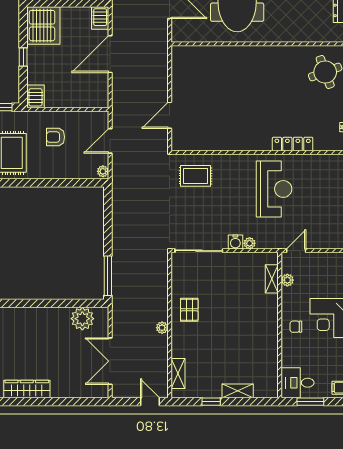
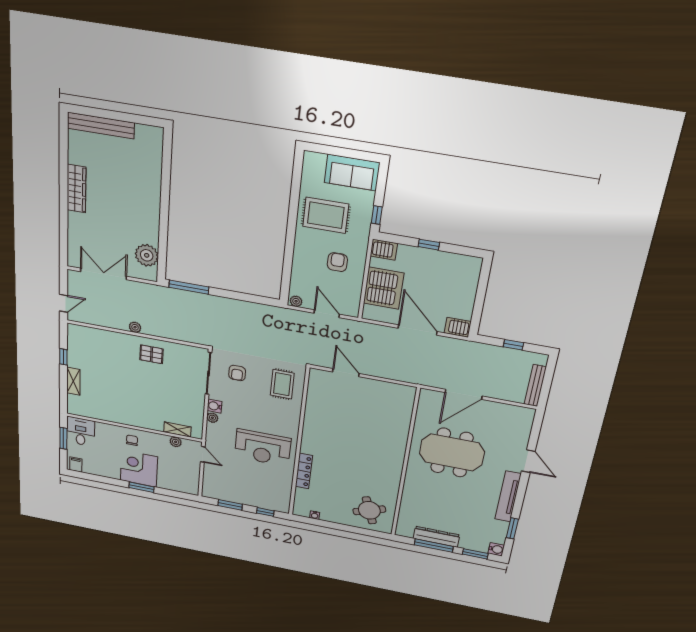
server rack: (43, 26) -> (384, 288), moved, turned -90
armchair: (192, 222) -> (237, 373), added
shelving: (178, 373) -> (90, 333), removed

